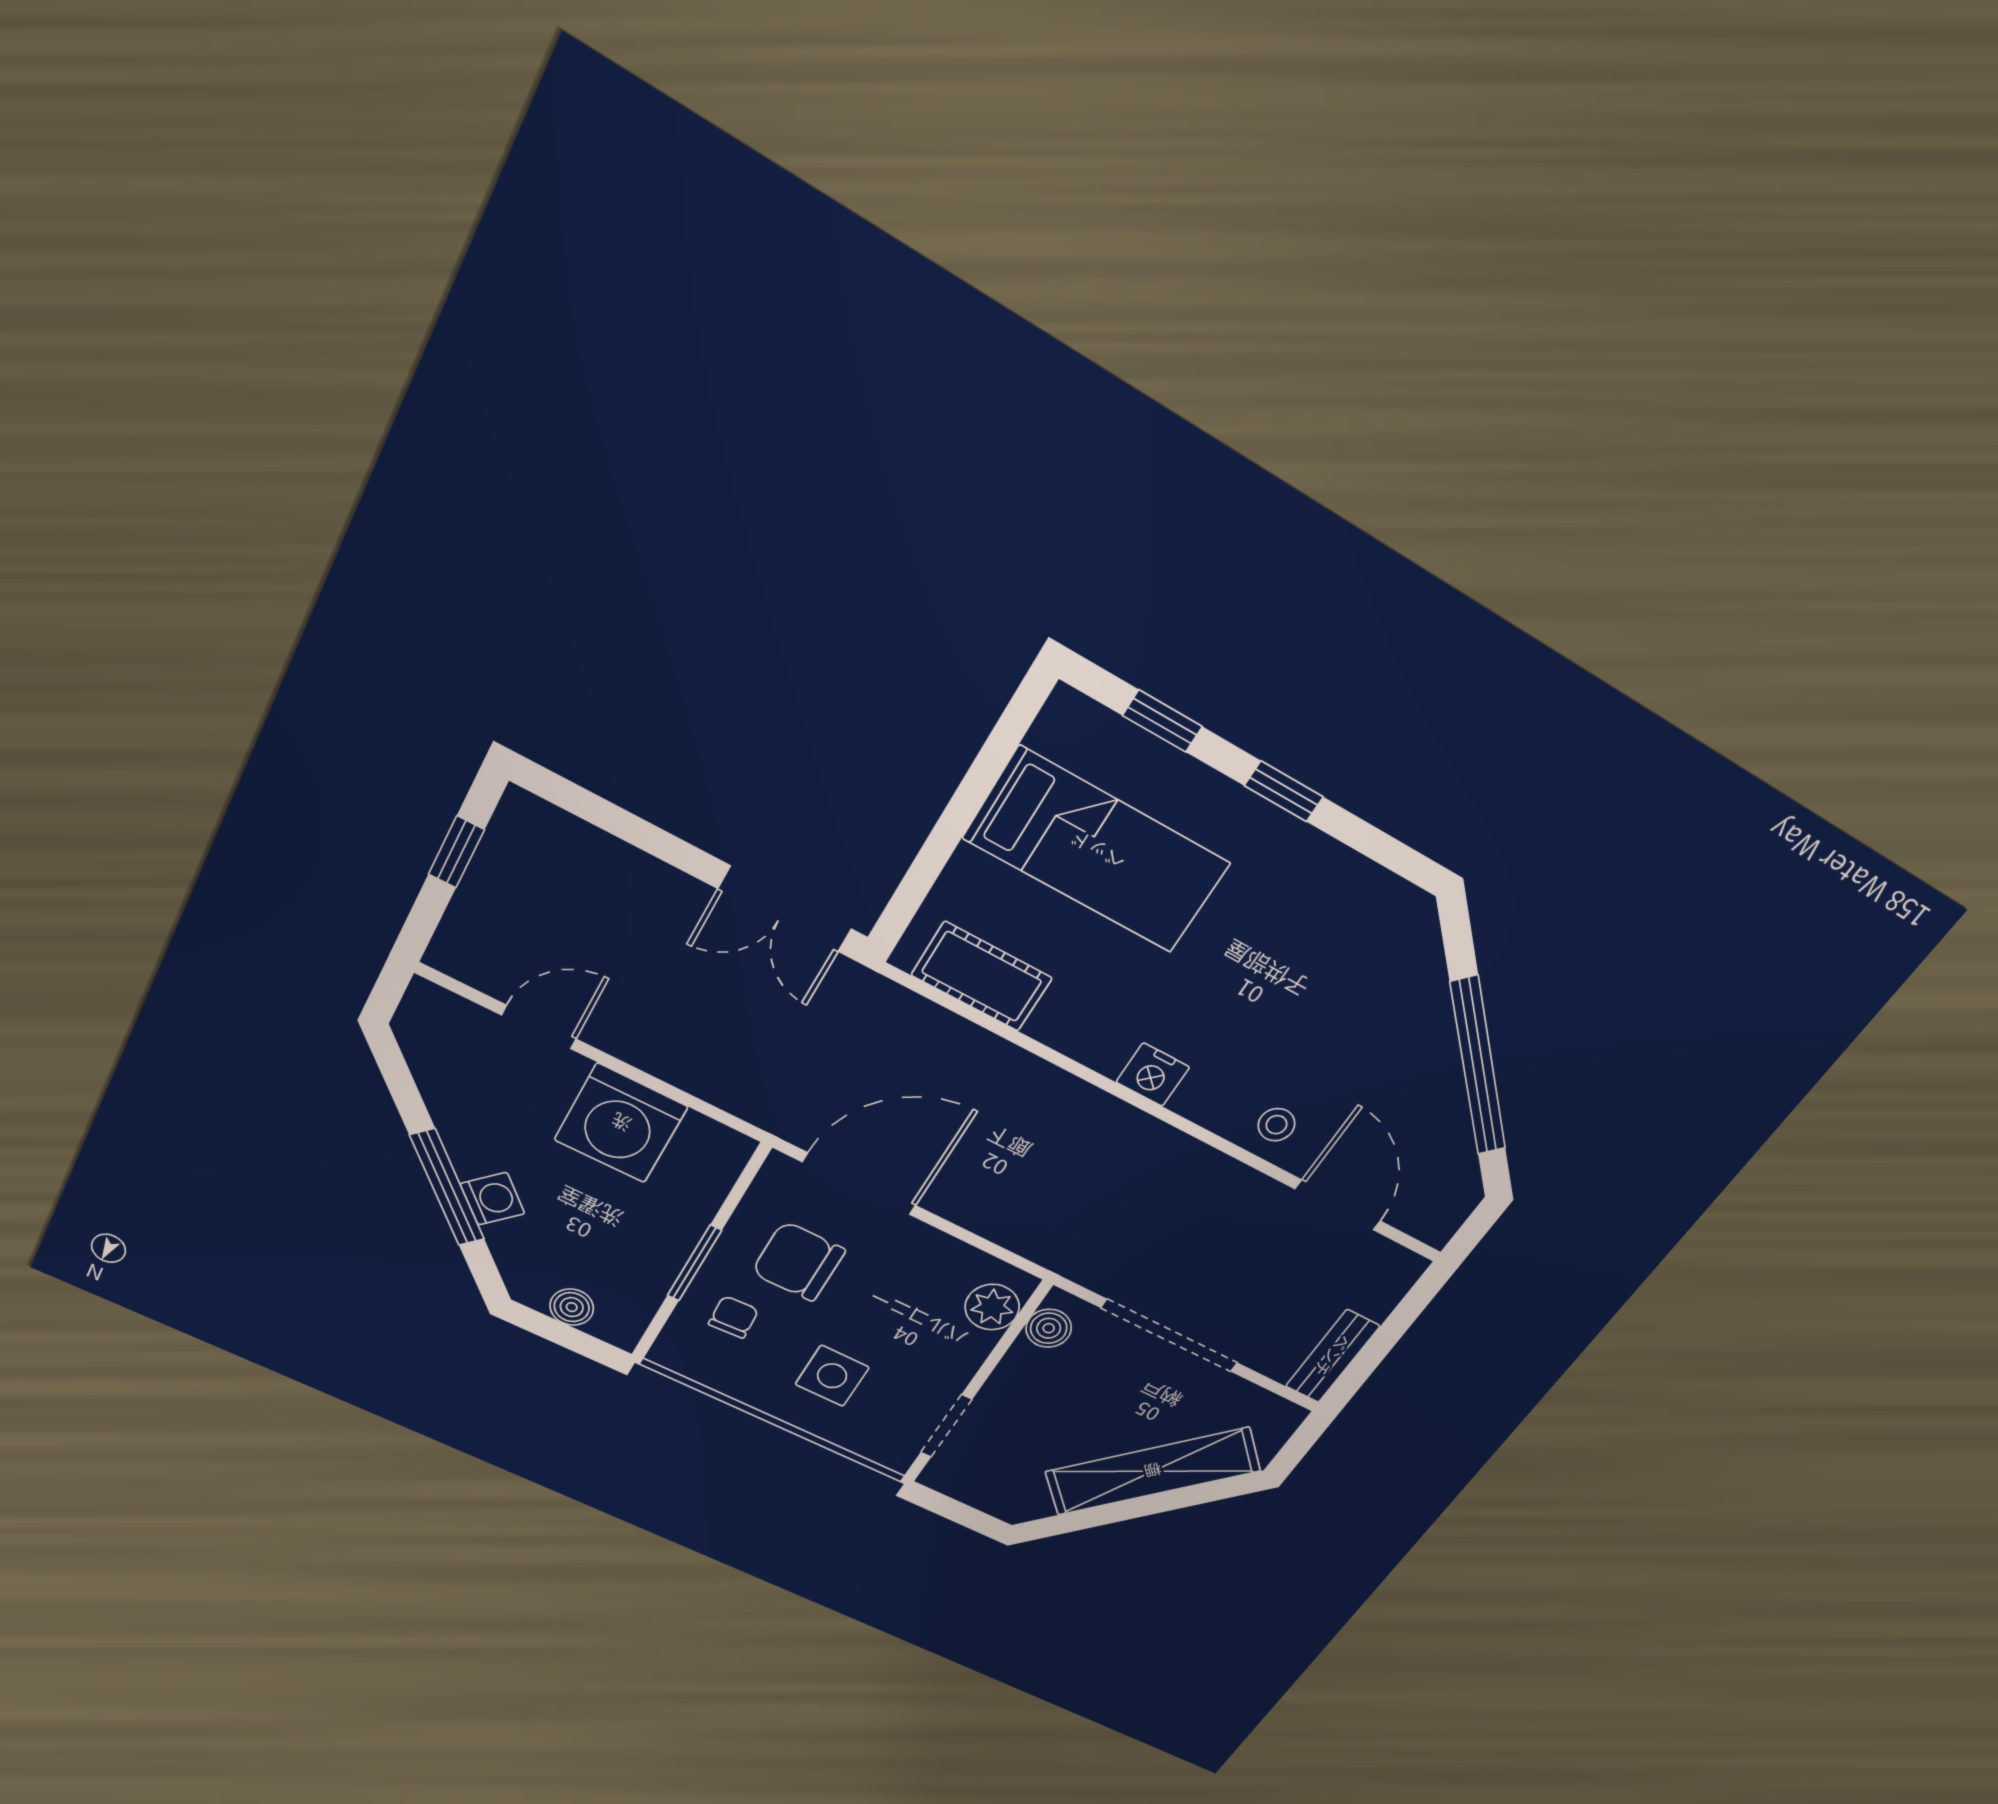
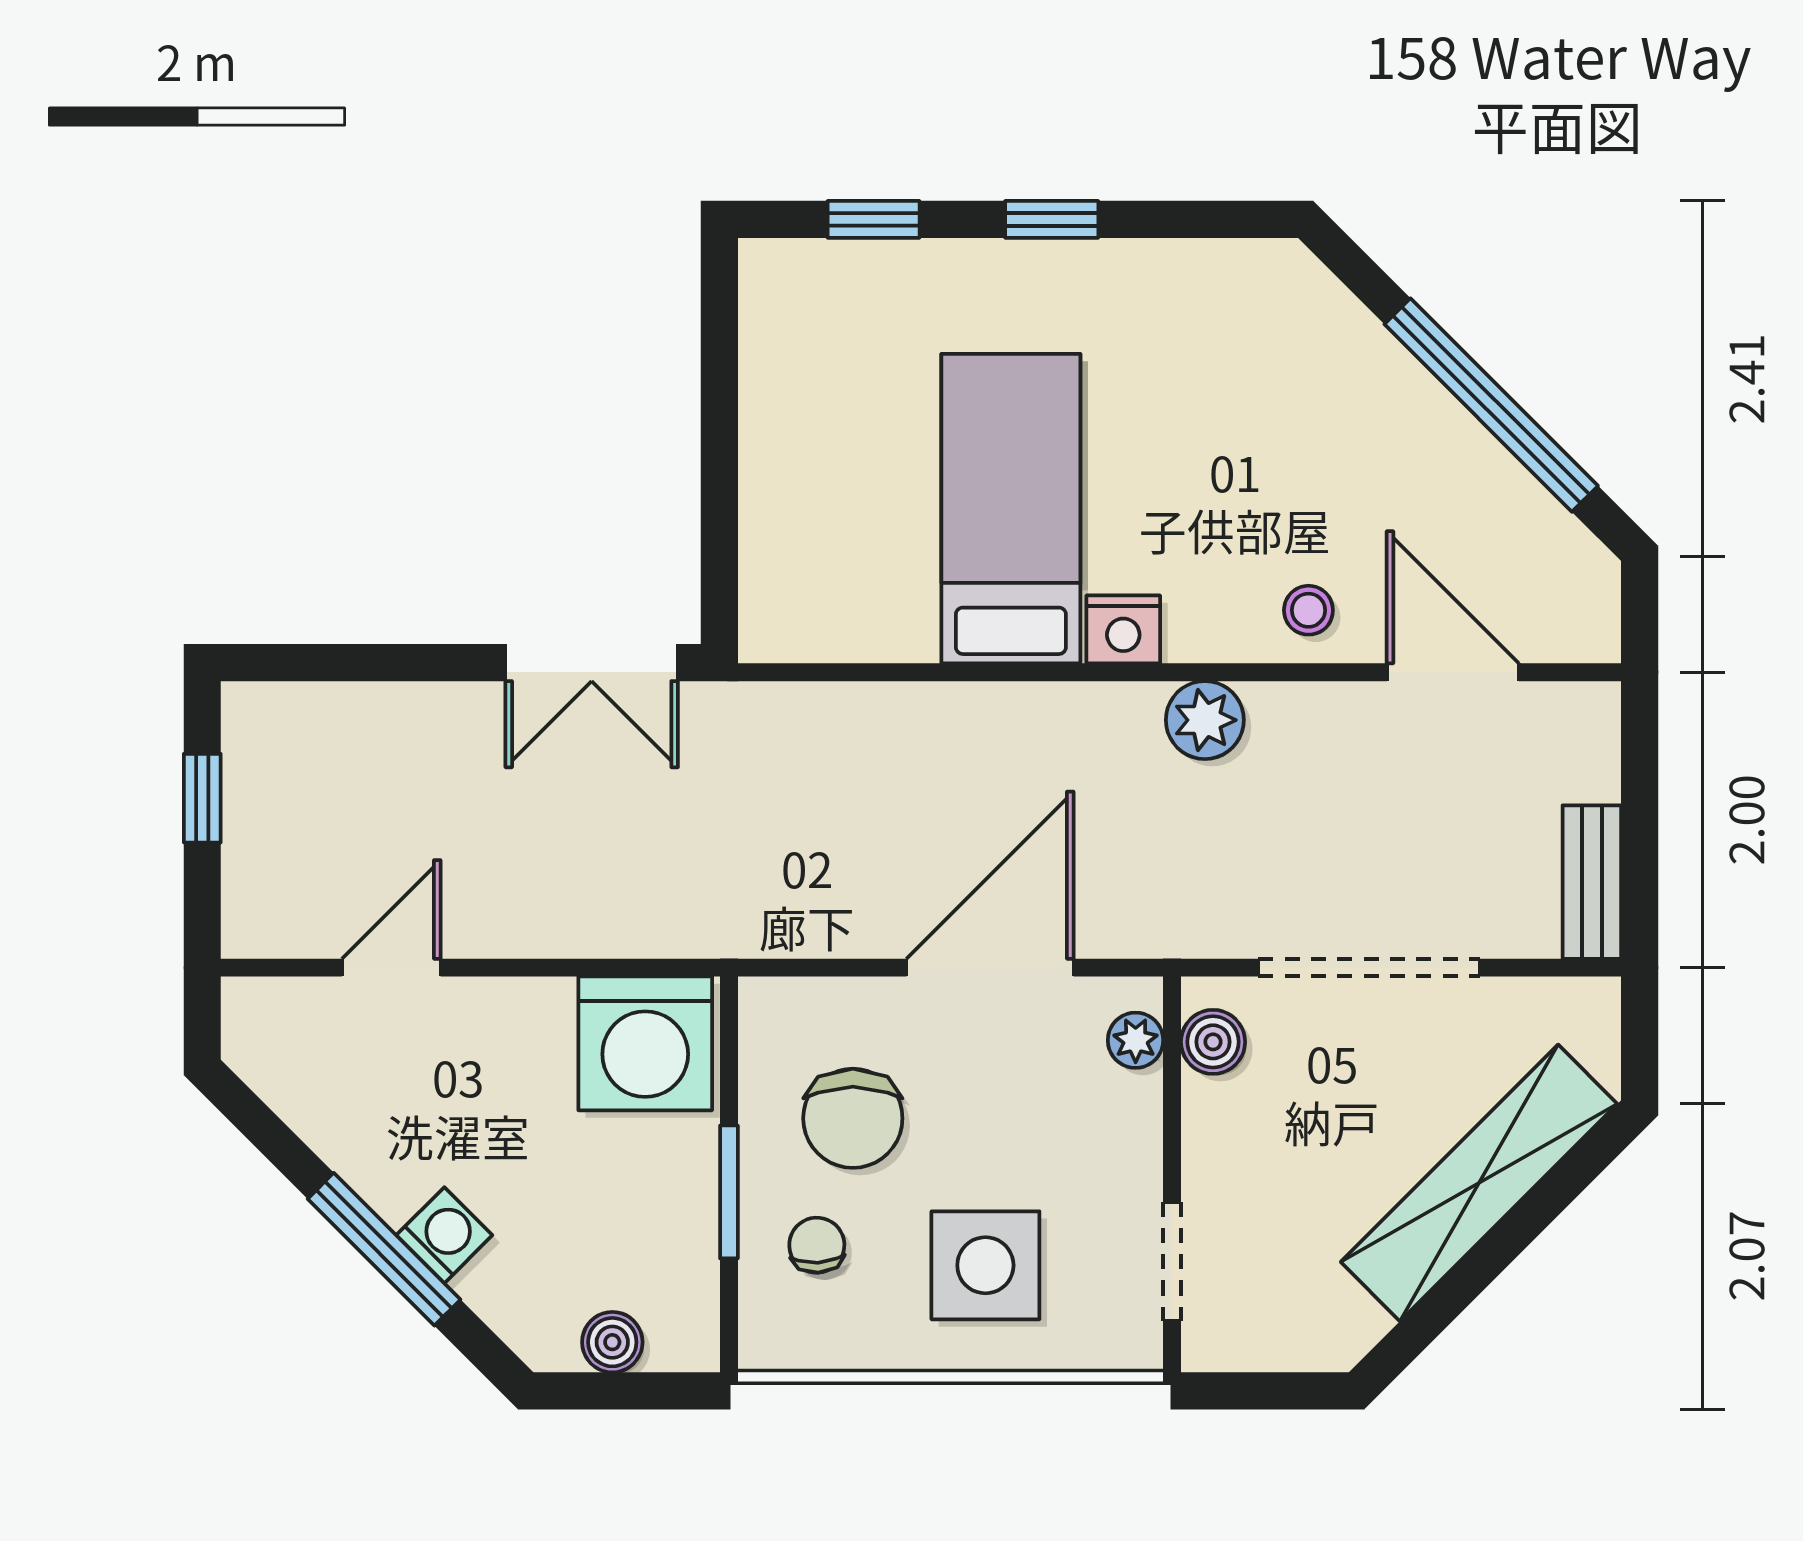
bed: (1097, 851) -> (1011, 509), moved, turned -90
cot: (982, 977) -> (855, 620), removed
washing machine: (621, 1123) -> (645, 1043), moved
plant: (1167, 1153) -> (1205, 720), added
door: (859, 1184) -> (990, 968), moved
chair: (798, 1261) -> (853, 1118), turned -90
plant: (992, 1307) -> (1136, 1040), width x0.73, depth x0.73
side table: (832, 1376) -> (985, 1265), width x1.37, depth x1.37

